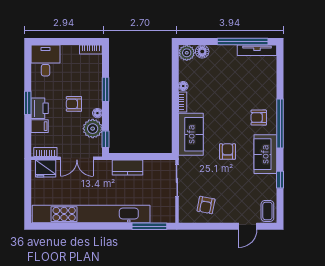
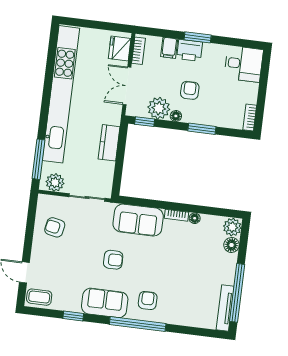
plant: (167, 210) -> (55, 182), added

